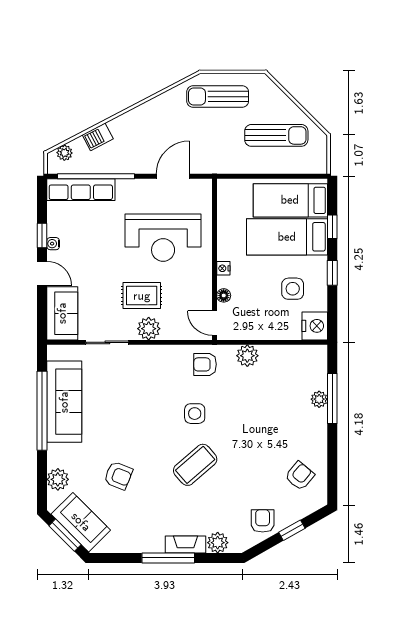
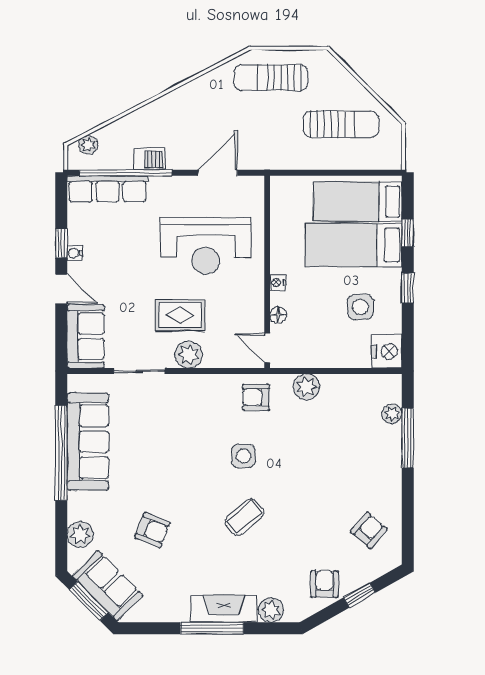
barbecue: (98, 137) -> (149, 159), moved, turned -152
plant: (319, 399) -> (392, 414), moved
coffee table: (195, 465) -> (244, 517), width x0.73, depth x0.77
fireplace: (186, 544) -> (224, 609), width x1.37, depth x1.32

